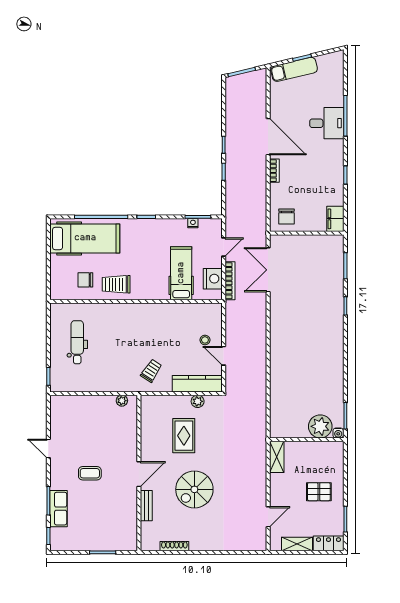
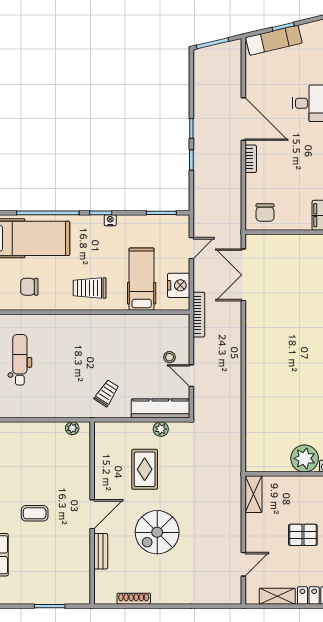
nightstand: (193, 223) -> (110, 220), moved
bookcase: (230, 281) -> (199, 315), moved
trolley: (116, 284) -> (90, 288), moved

